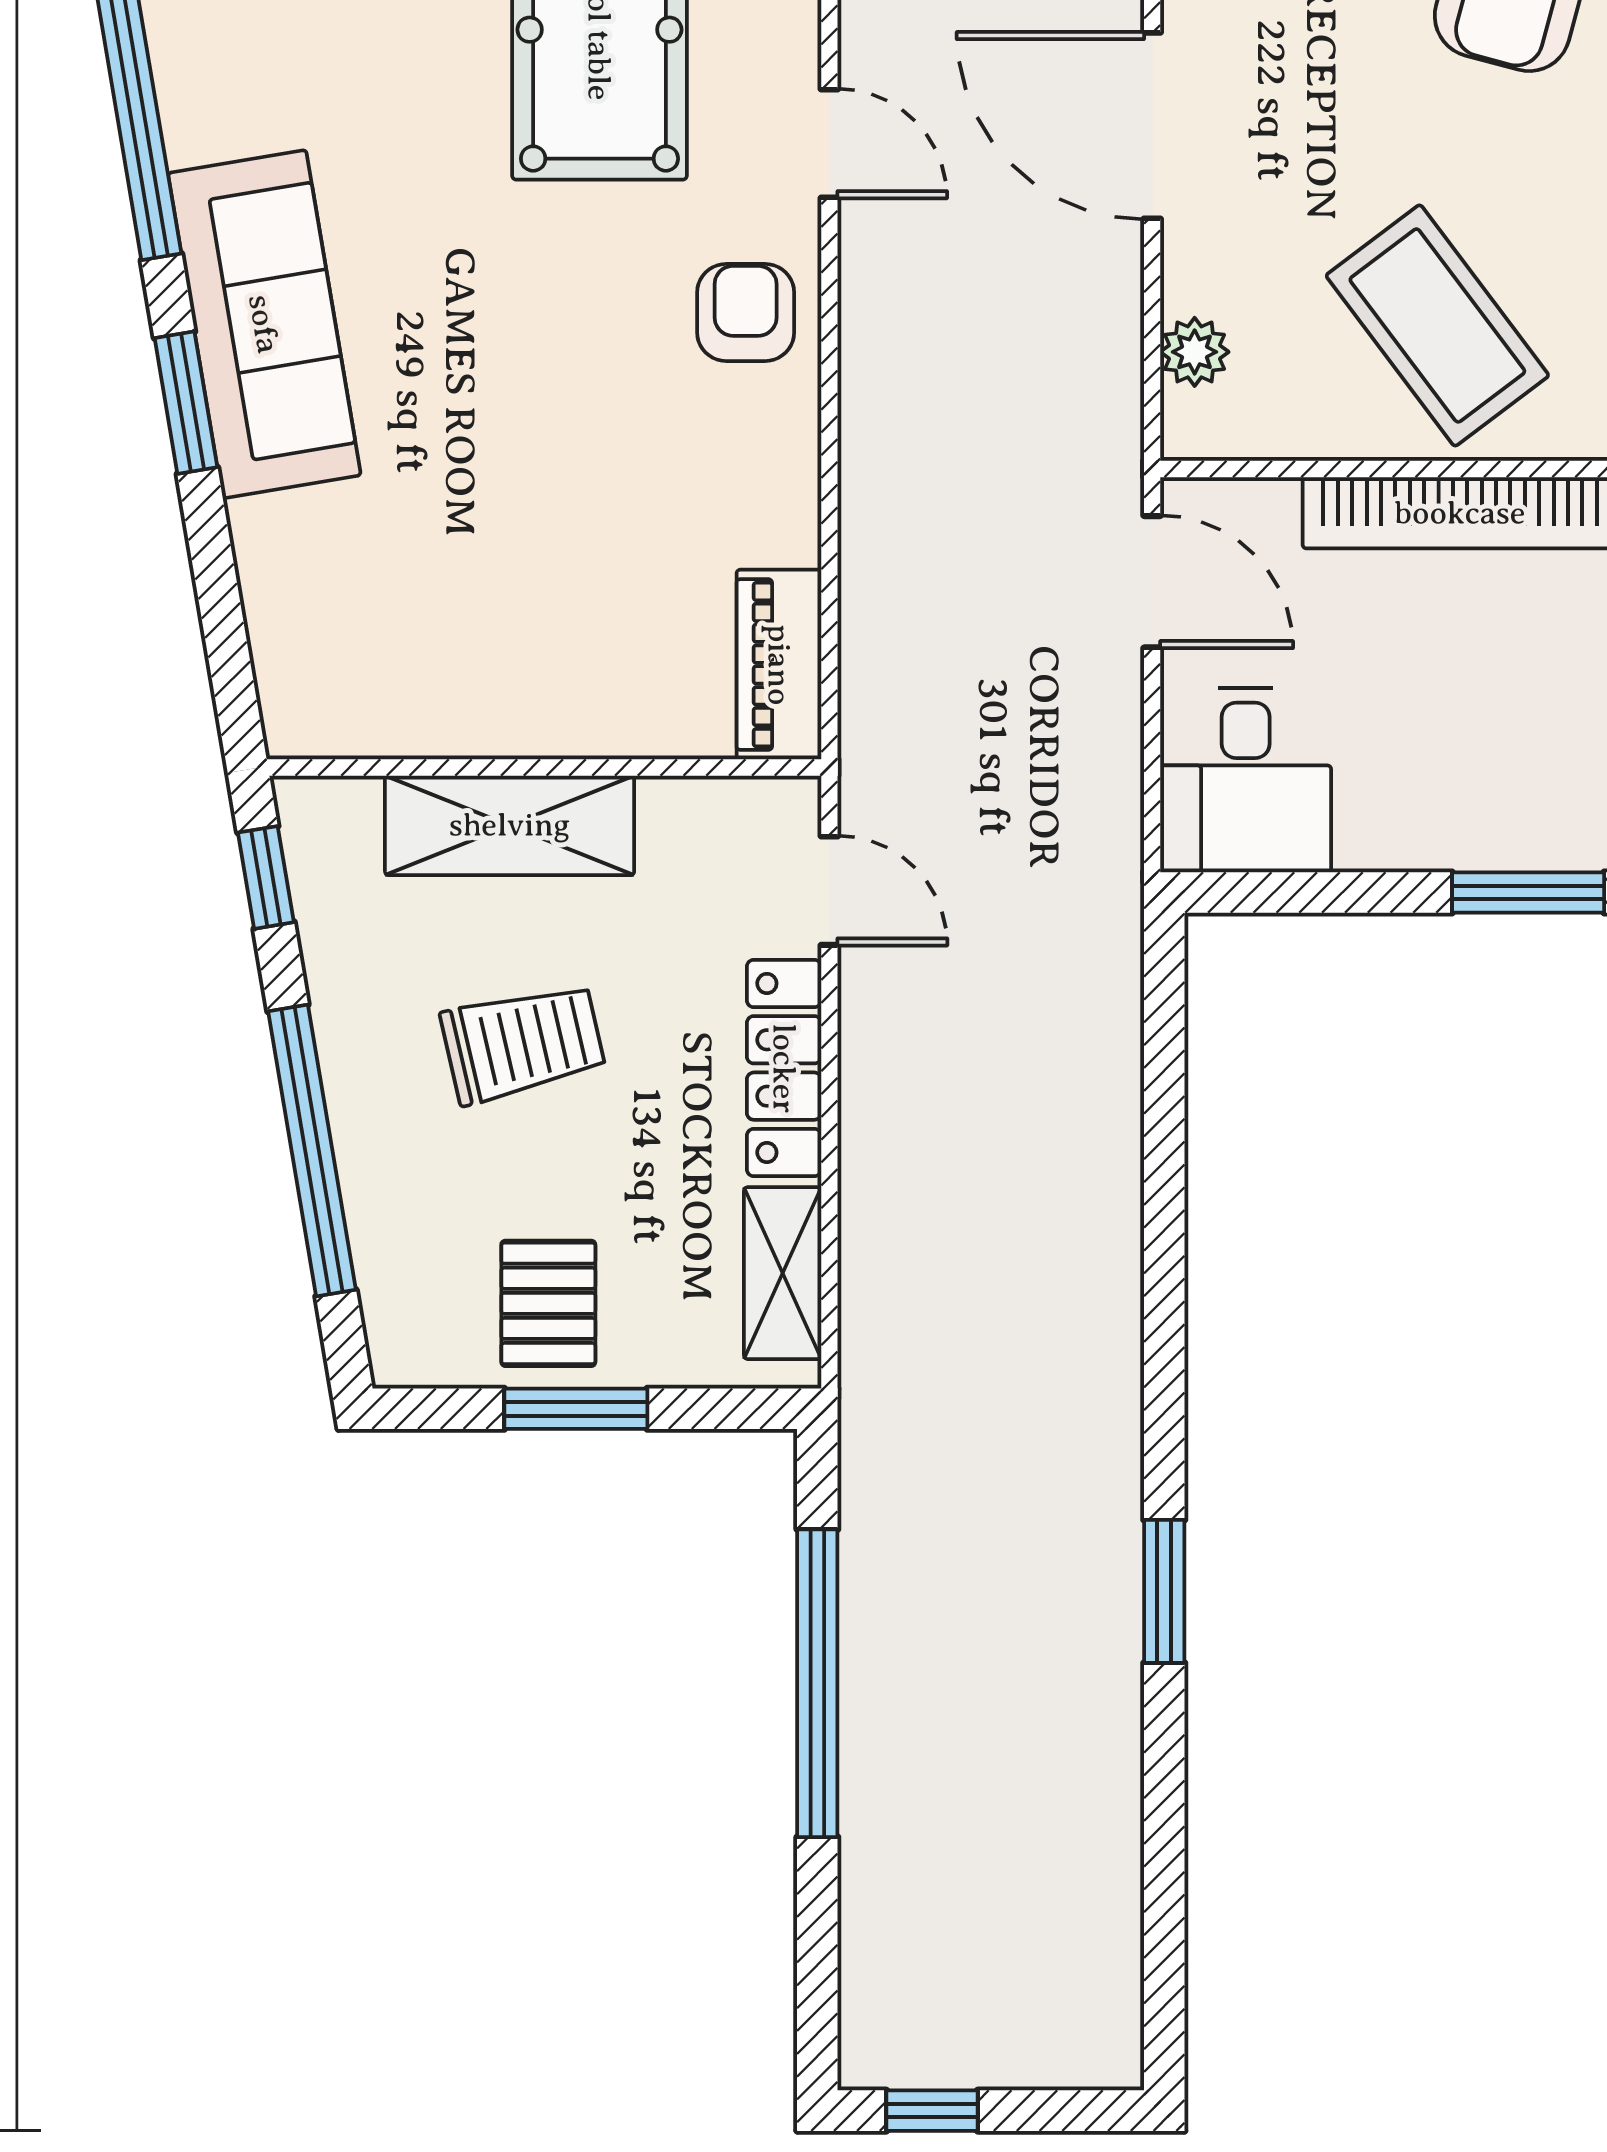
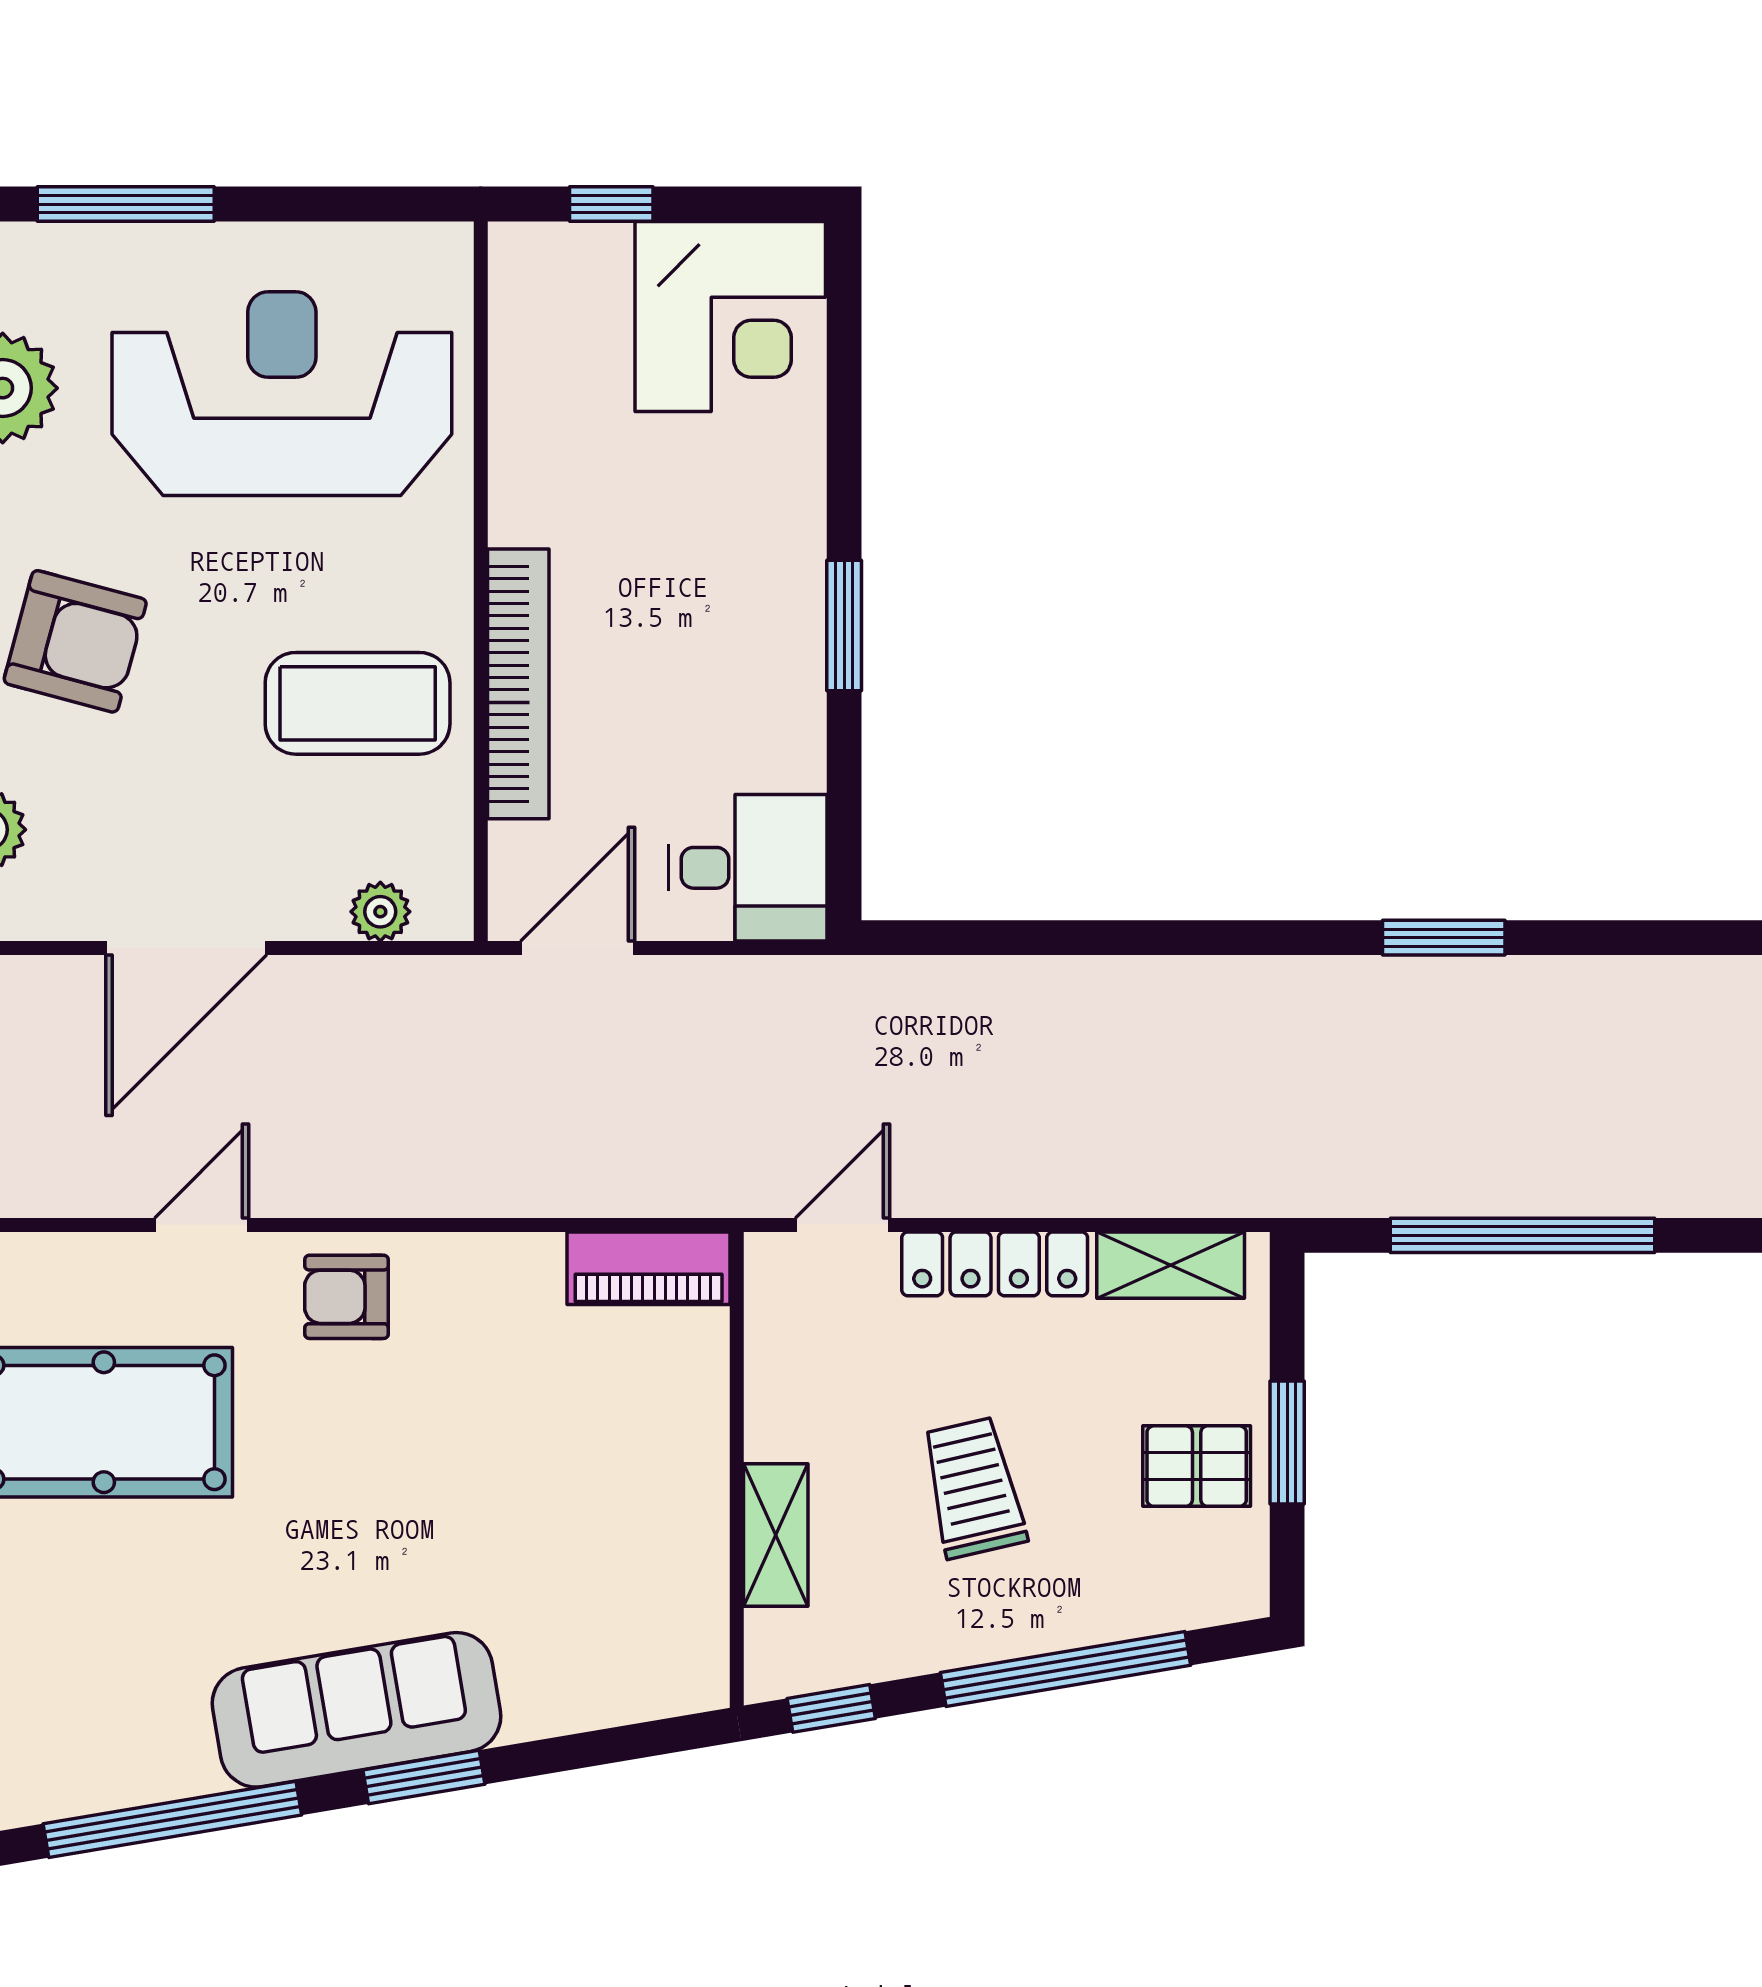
coffee table: (1437, 325) -> (358, 703), turned 37
shelving: (510, 825) -> (776, 1535), width x0.67, depth x0.75

